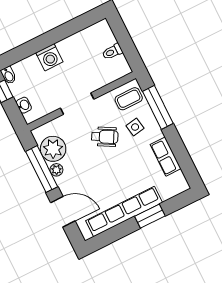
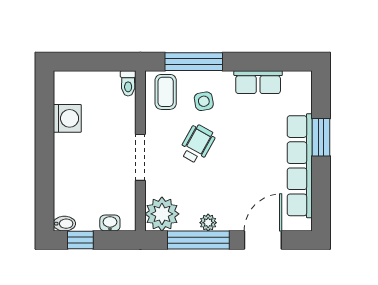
toilet: (112, 52) -> (128, 83), moved
washing machine: (49, 57) -> (67, 118), moved
plant: (53, 149) -> (162, 214), moved

